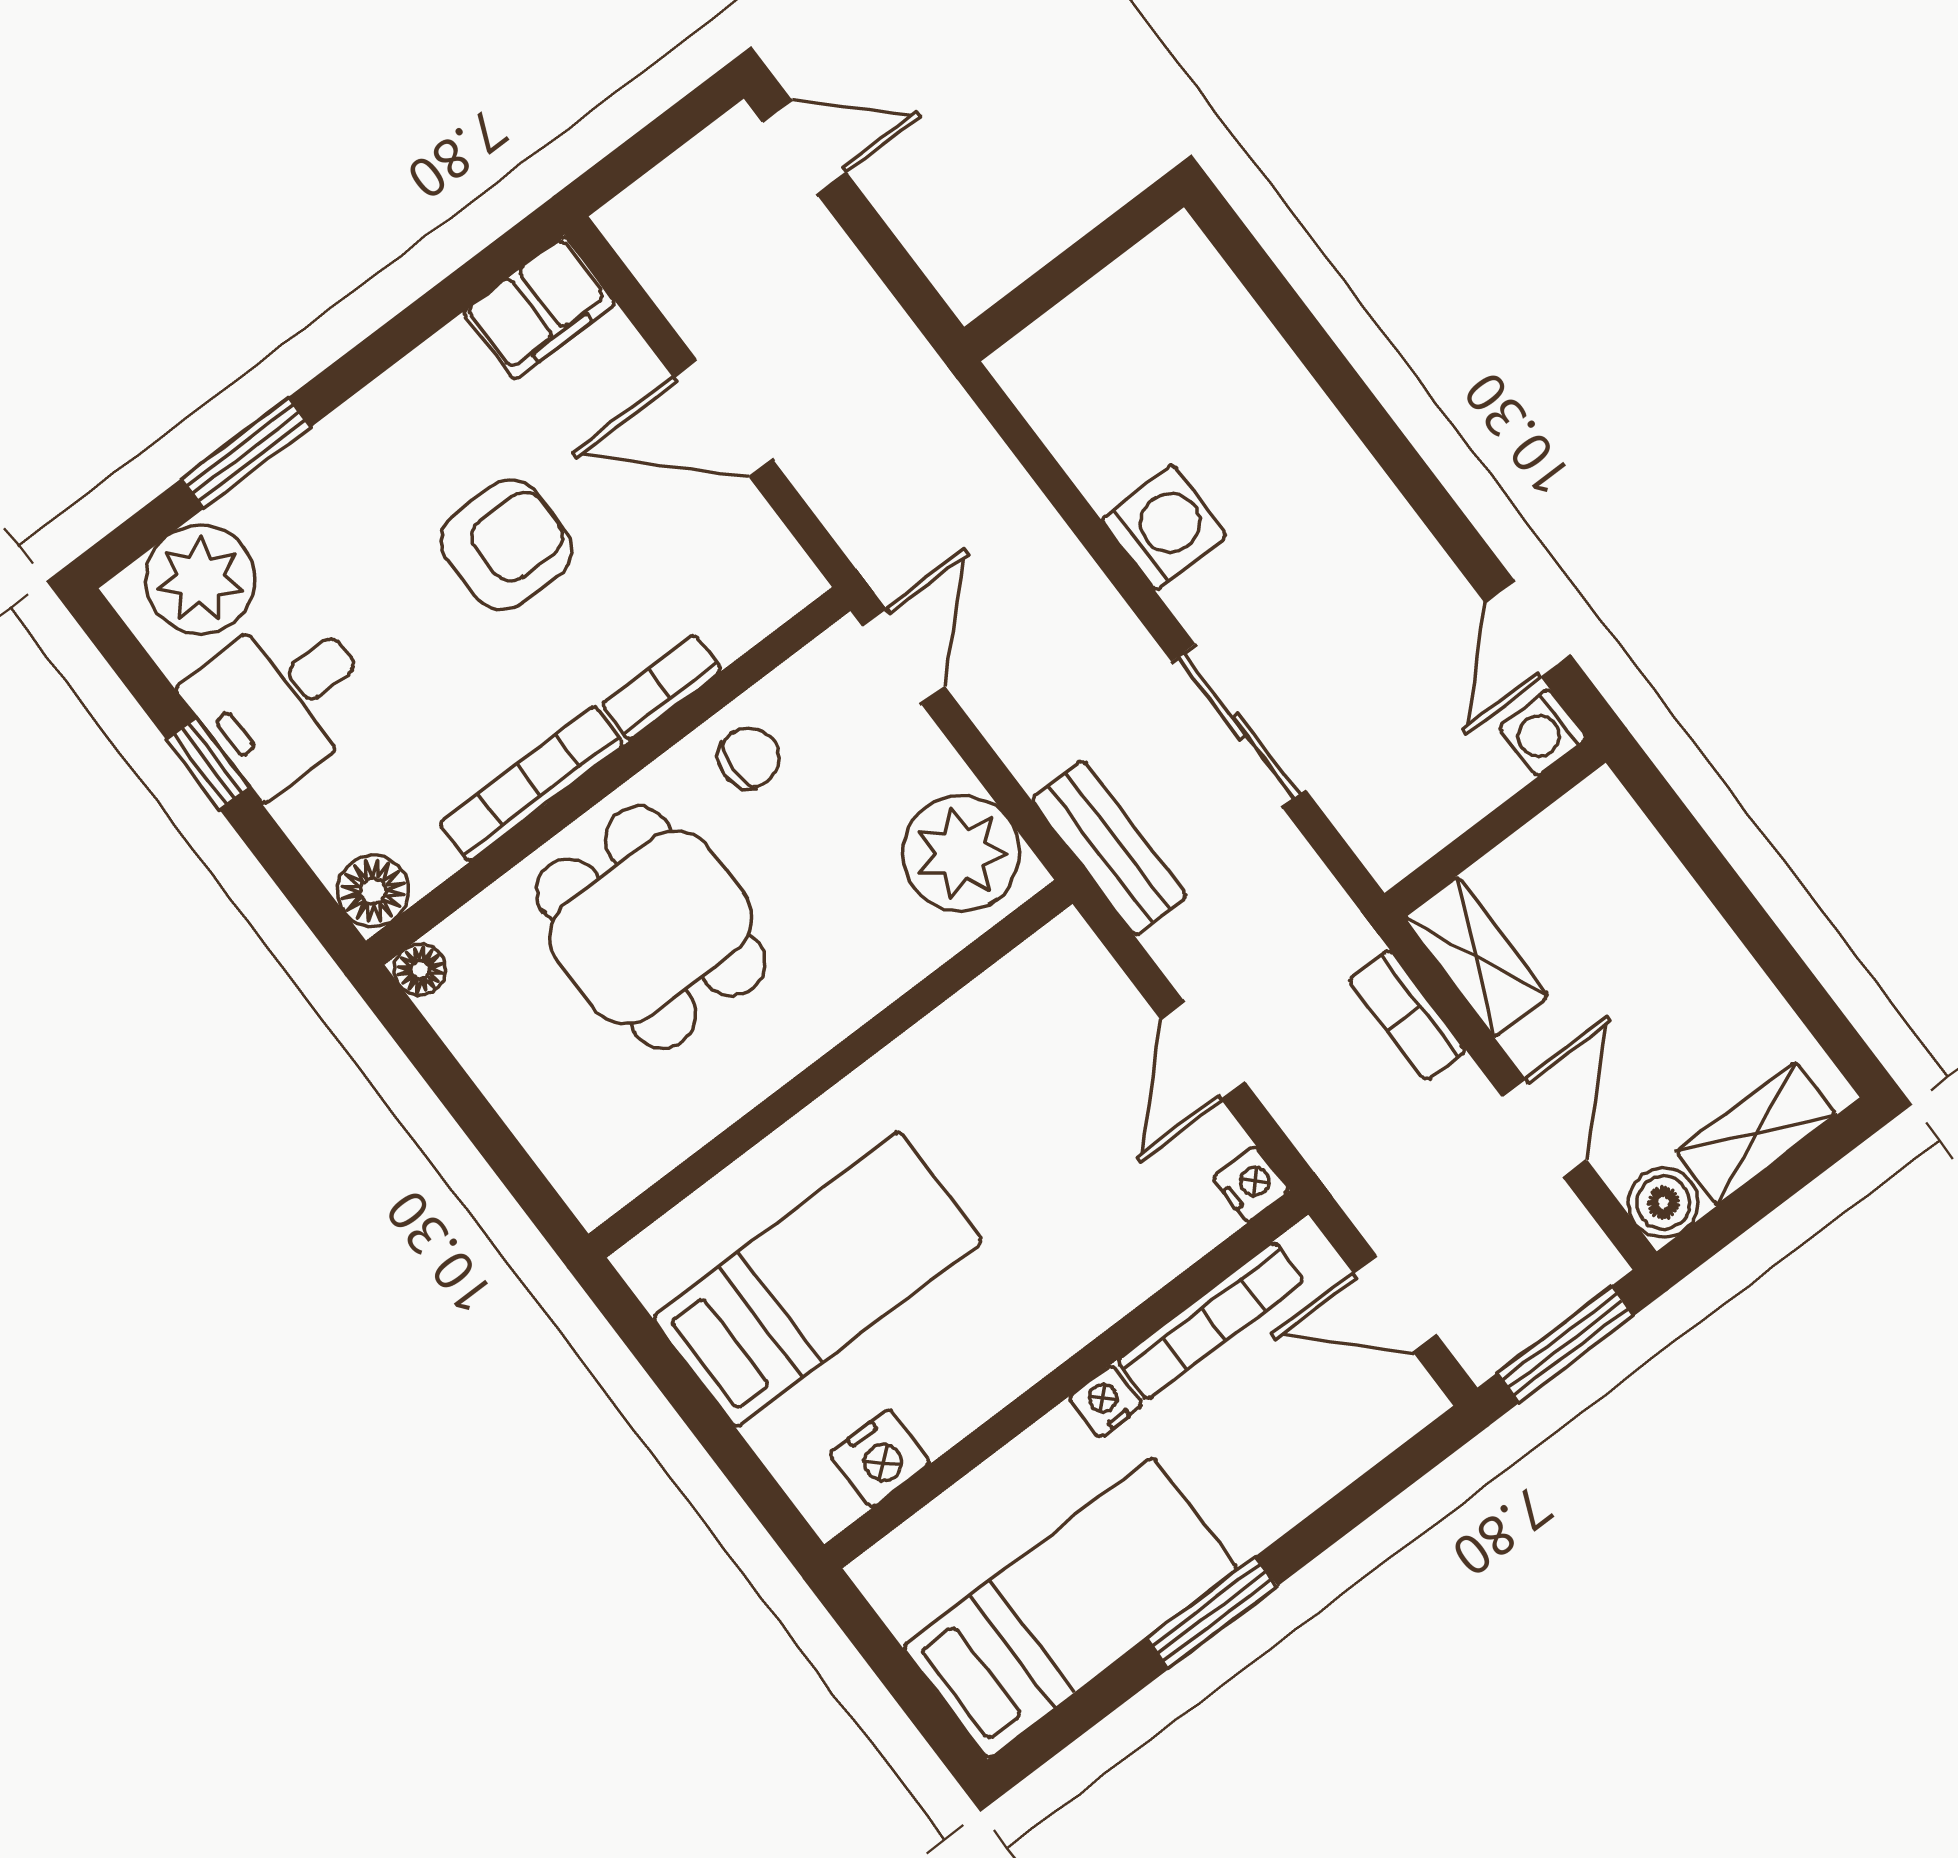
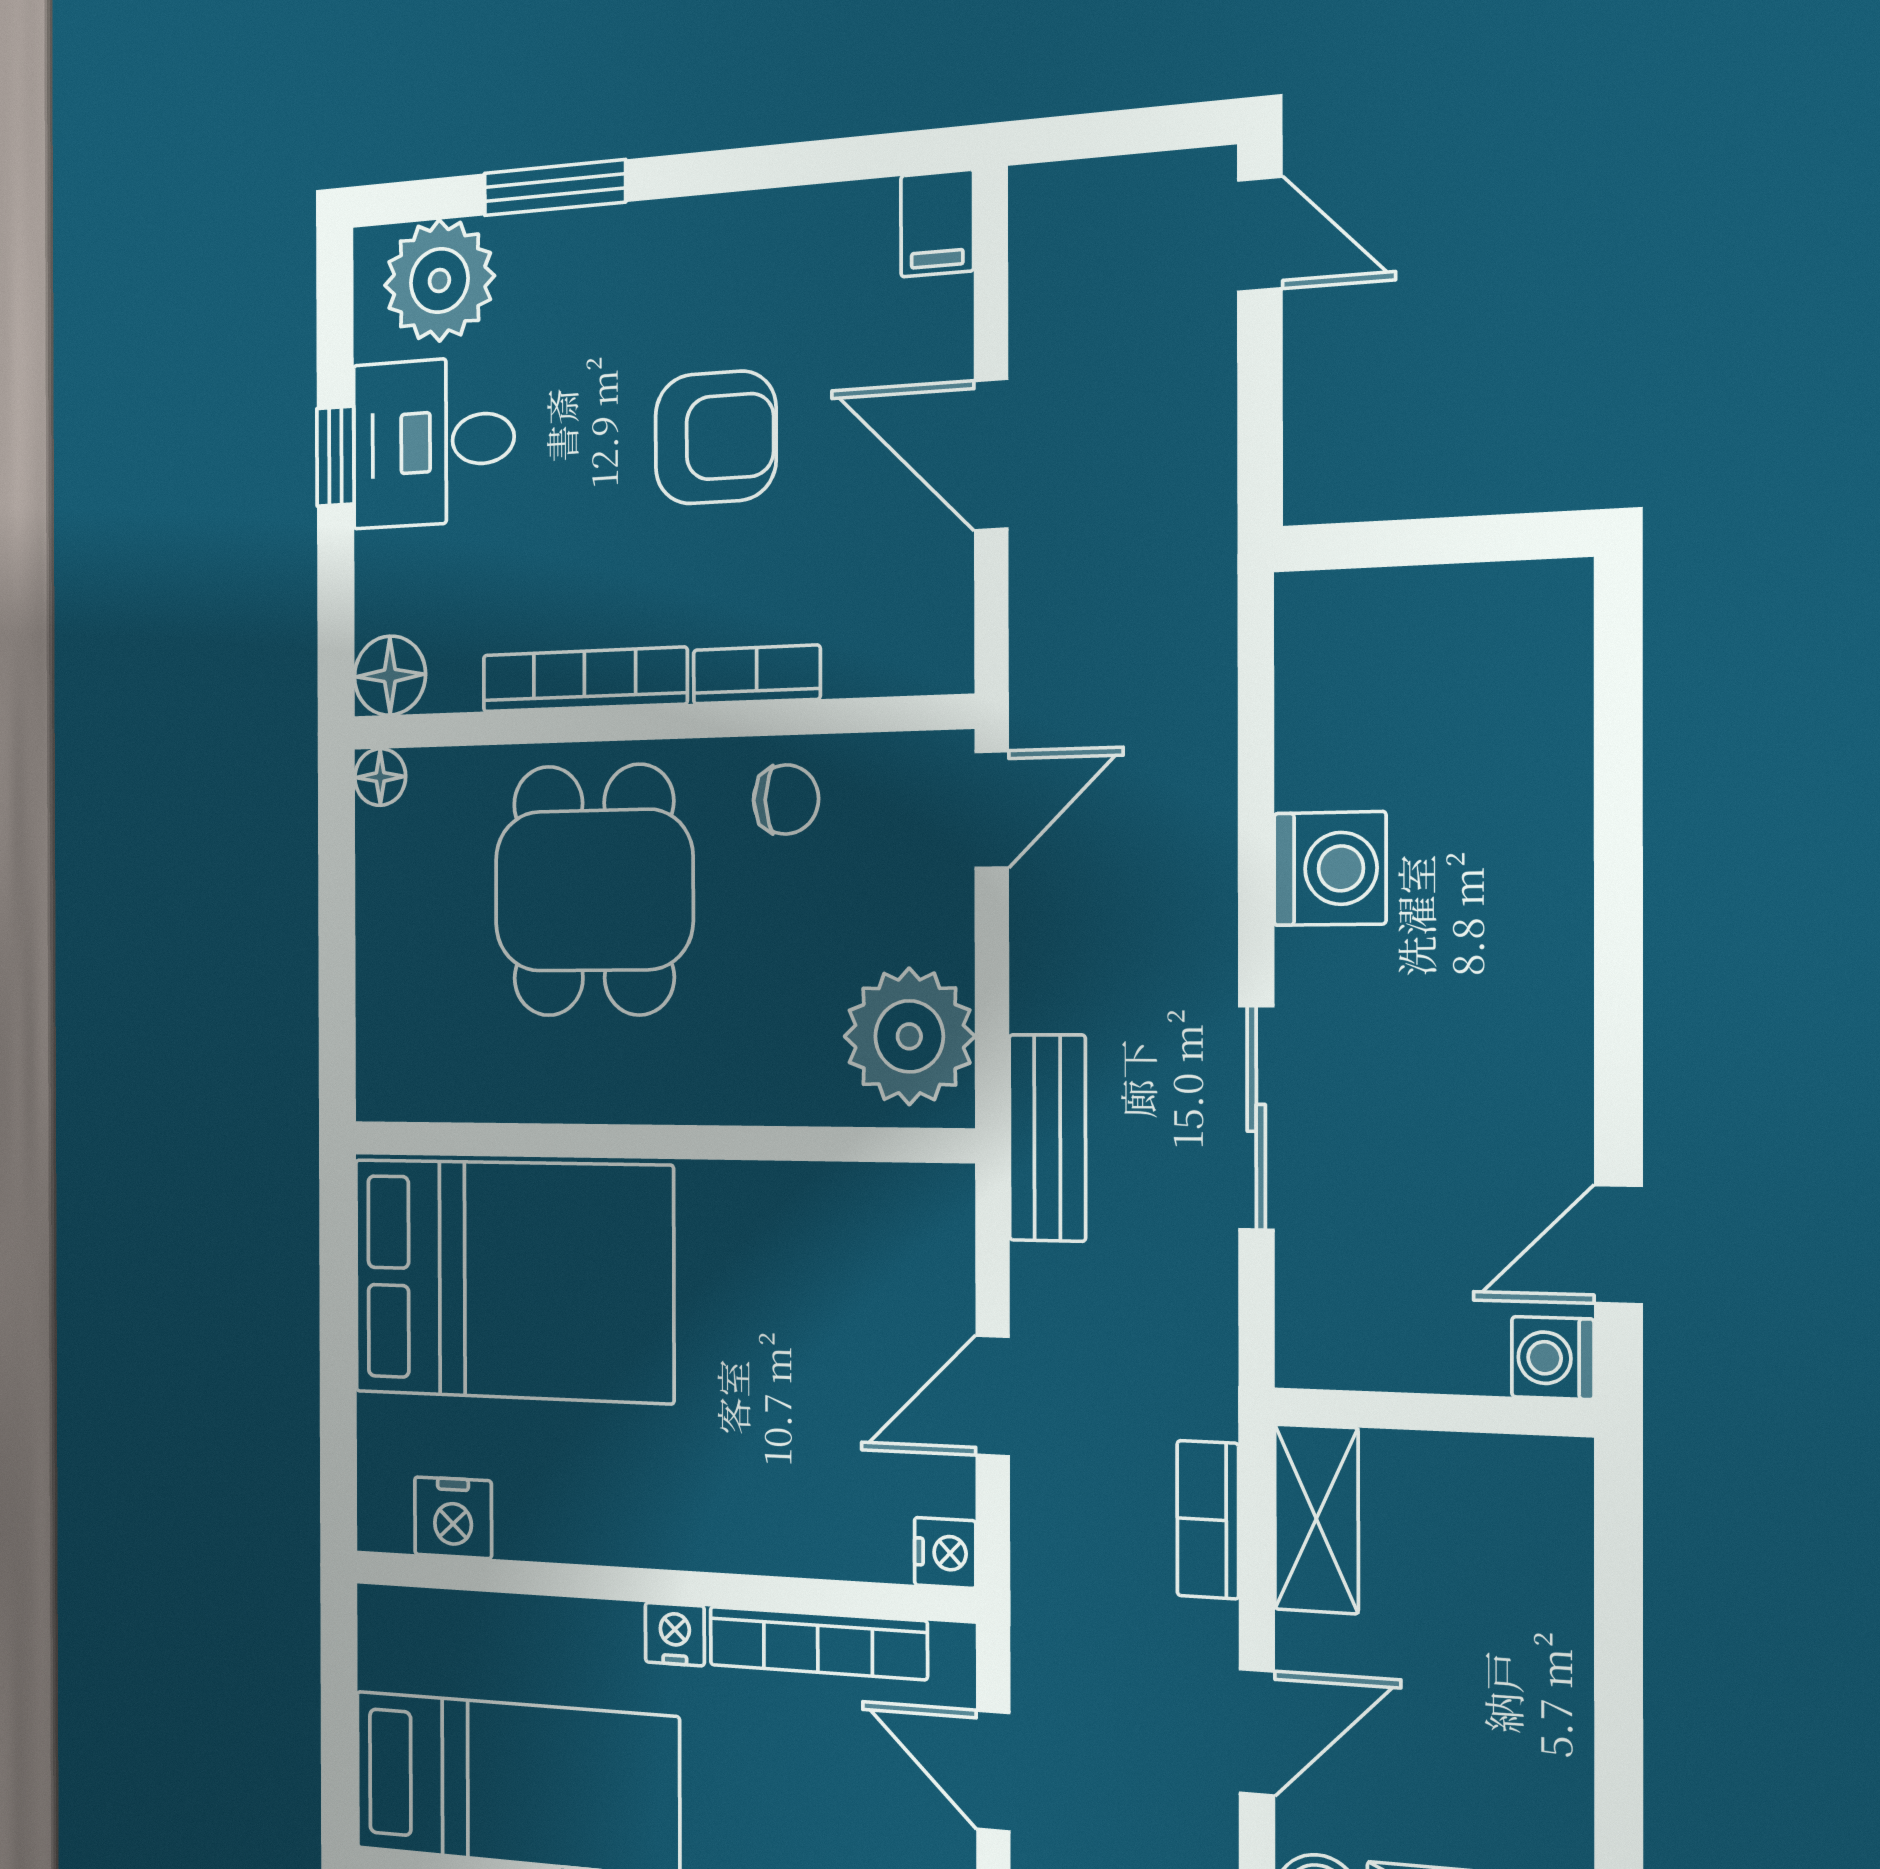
filing cabinet: (539, 308) -> (937, 223), width x0.50
bed: (818, 1279) -> (512, 1280), width x1.50

